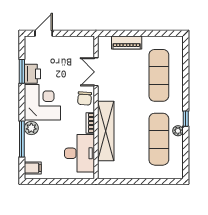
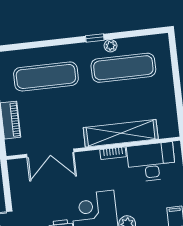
double door: (96, 72) -> (50, 153), width x1.37
chair: (85, 98) -> (84, 163), removed

